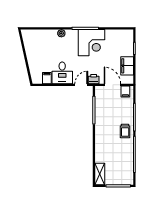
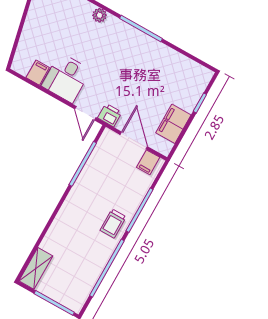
corner desk: (92, 43) -> (138, 56), removed
door: (81, 85) -> (85, 113), swing flipped

